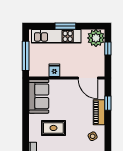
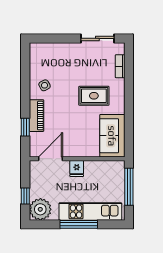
window: (65, 26) -> (79, 224), width x1.44
fridge: (54, 70) -> (77, 169), moved
door: (88, 78) -> (50, 159), hinge flipped

